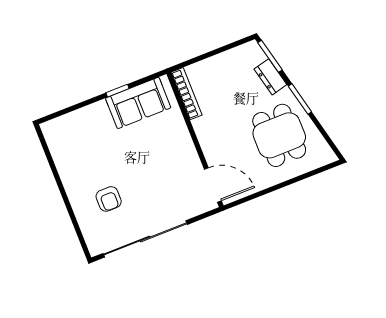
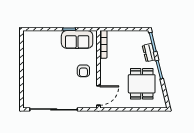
door: (213, 185) -> (98, 96), hinge flipped
armchair: (109, 199) -> (83, 71), moved

